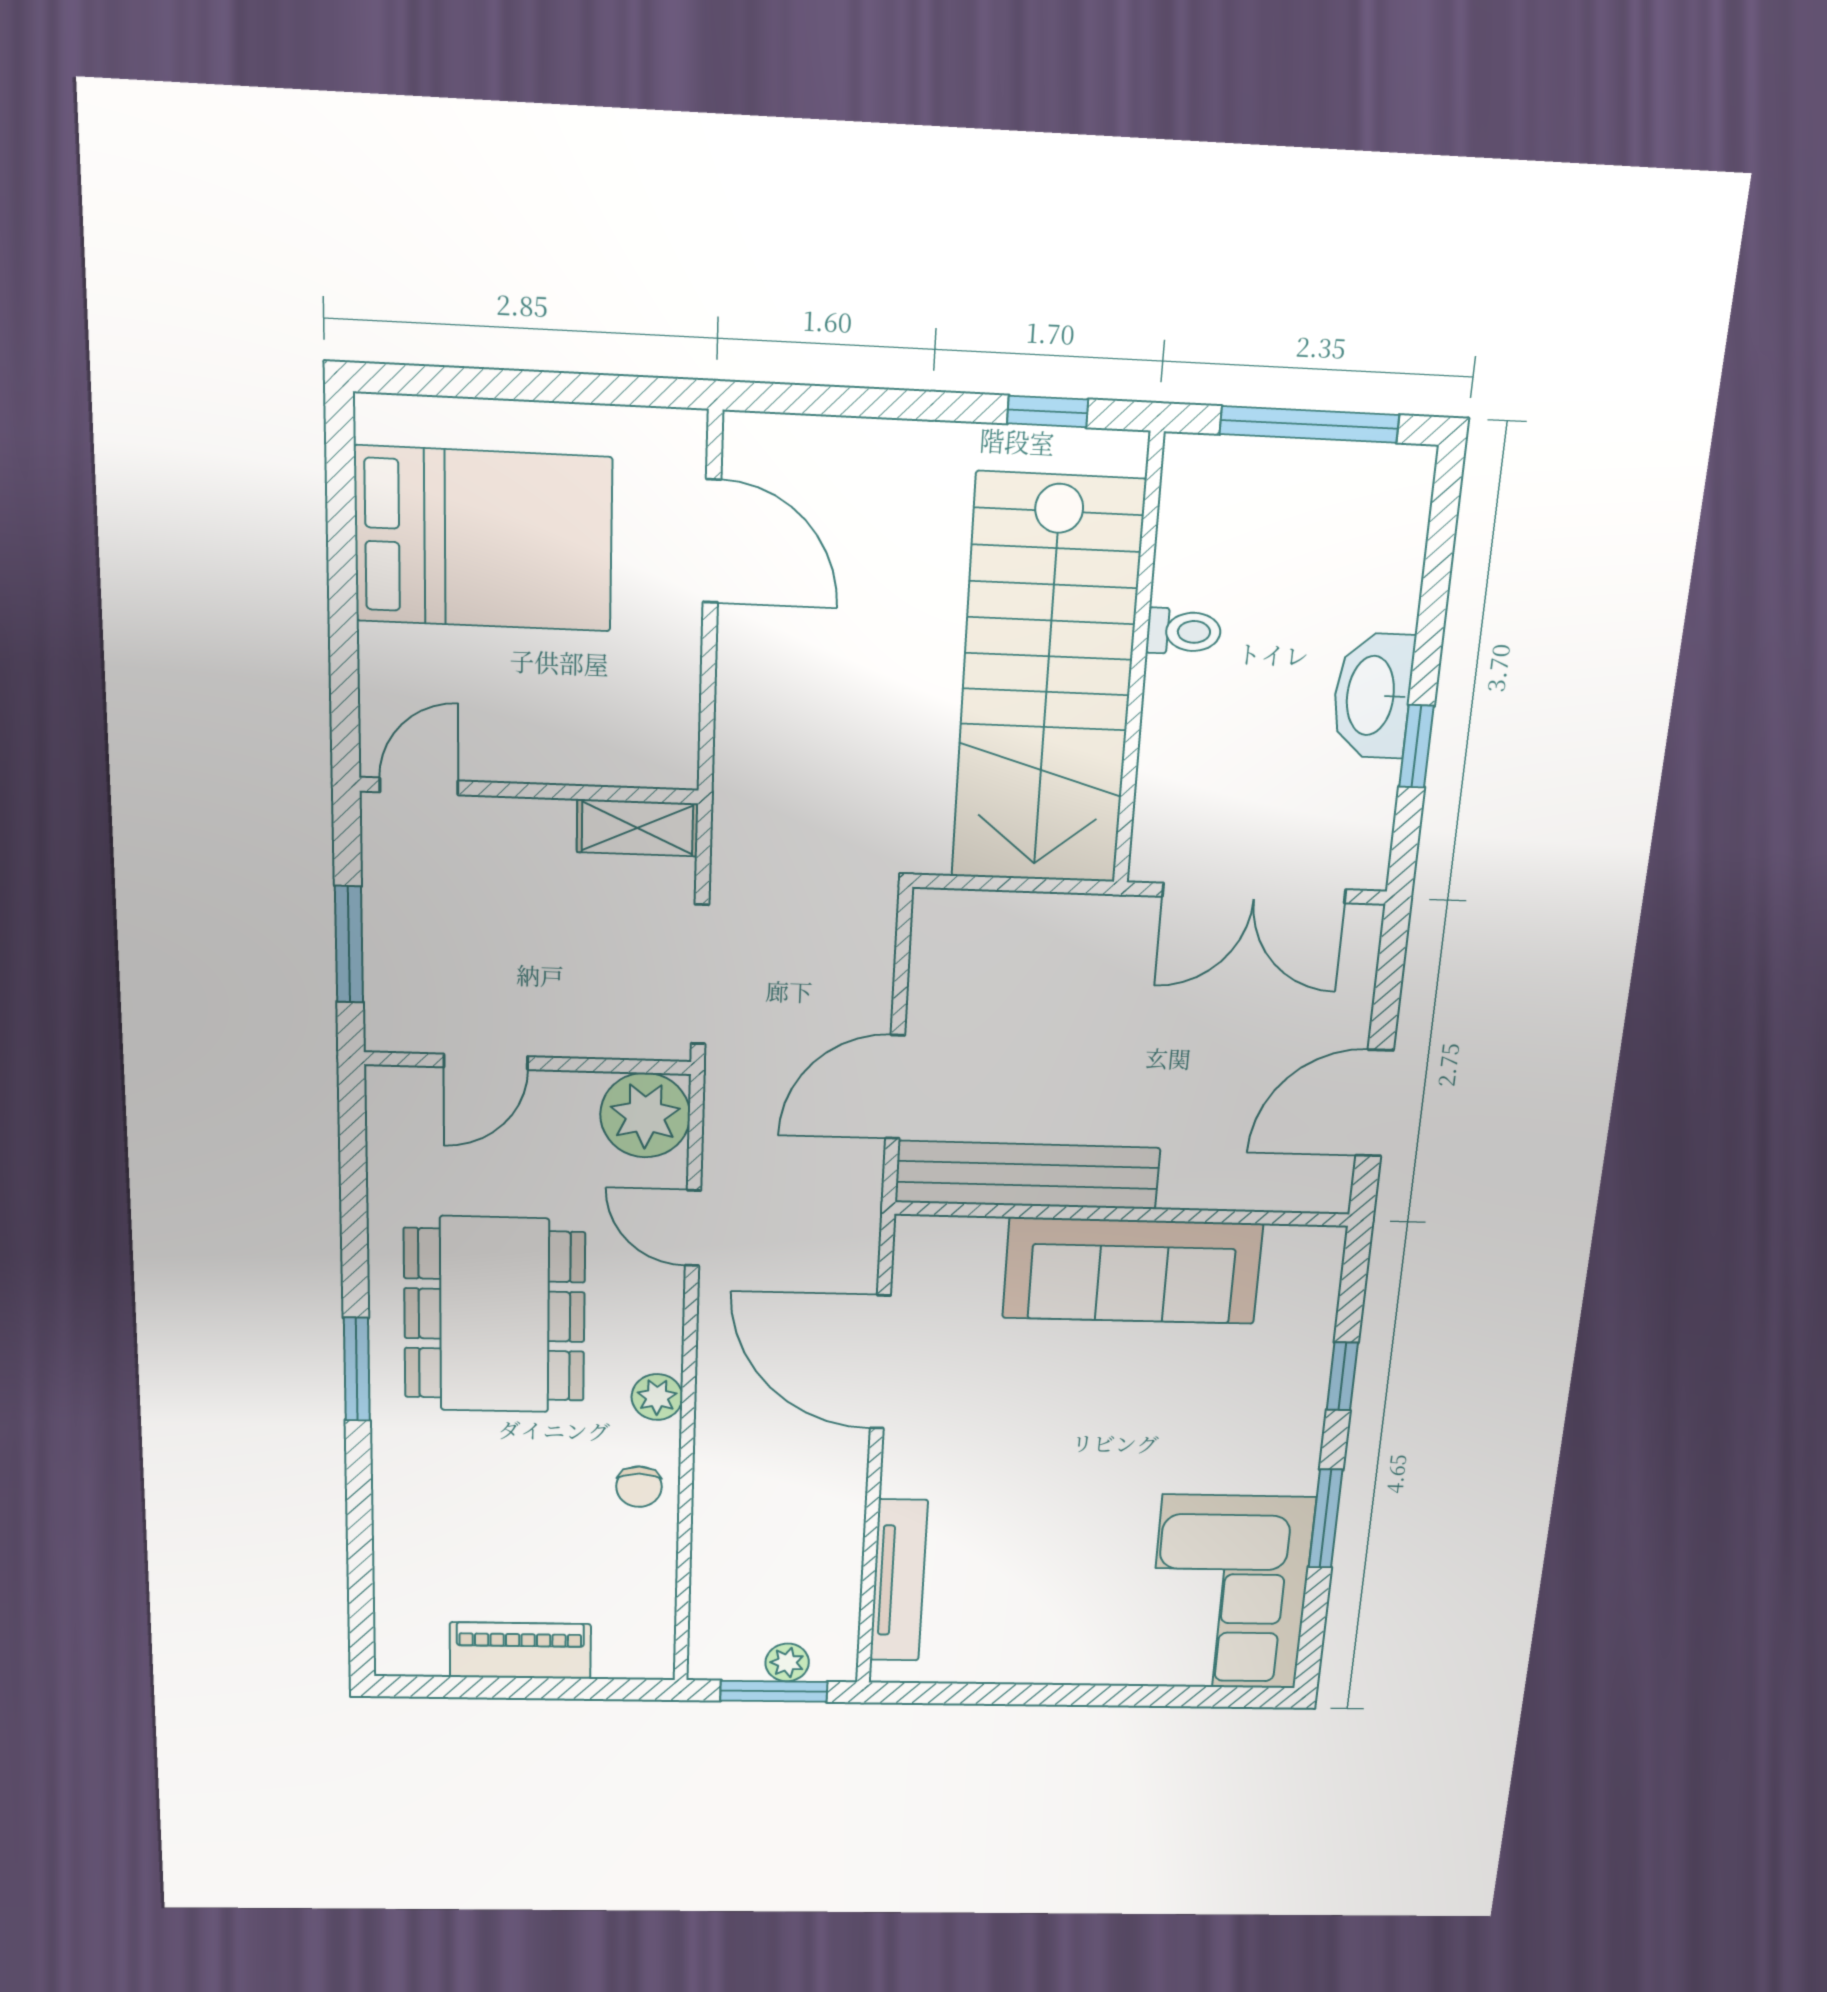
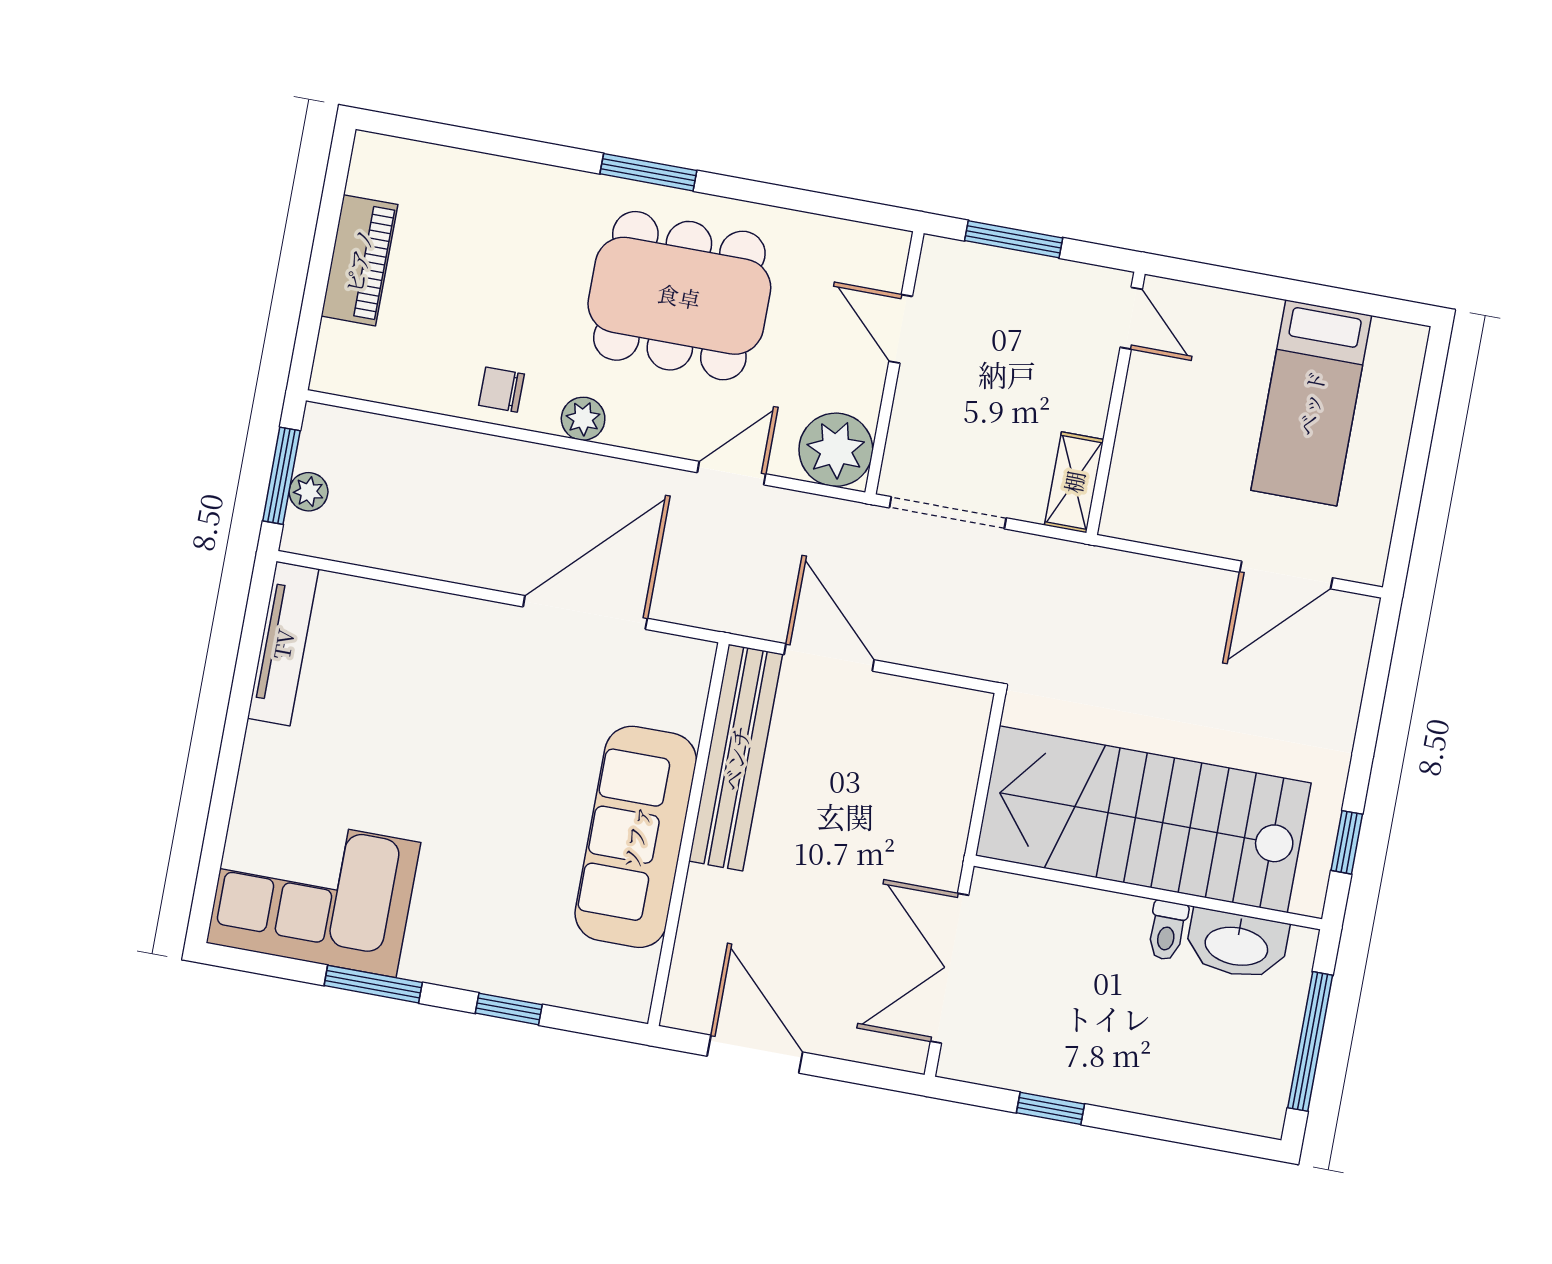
bed: (484, 539) -> (1311, 403), width x0.67
washbasin: (1373, 696) -> (1237, 944), moved, turned 180
tv unit: (899, 1580) -> (283, 644), moved, turned -90

